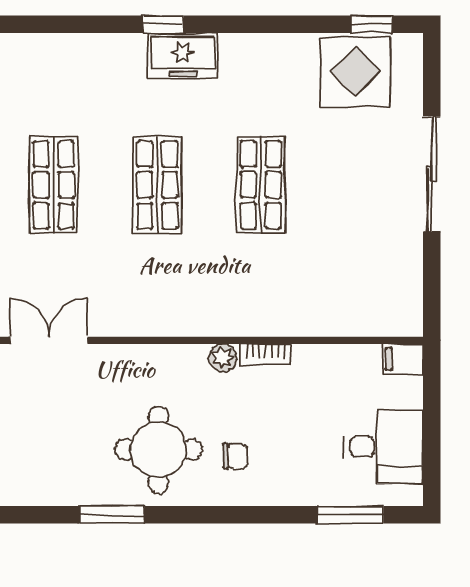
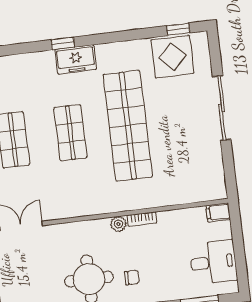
shop shelf: (261, 185) -> (128, 126), width x2.00, depth x1.36

